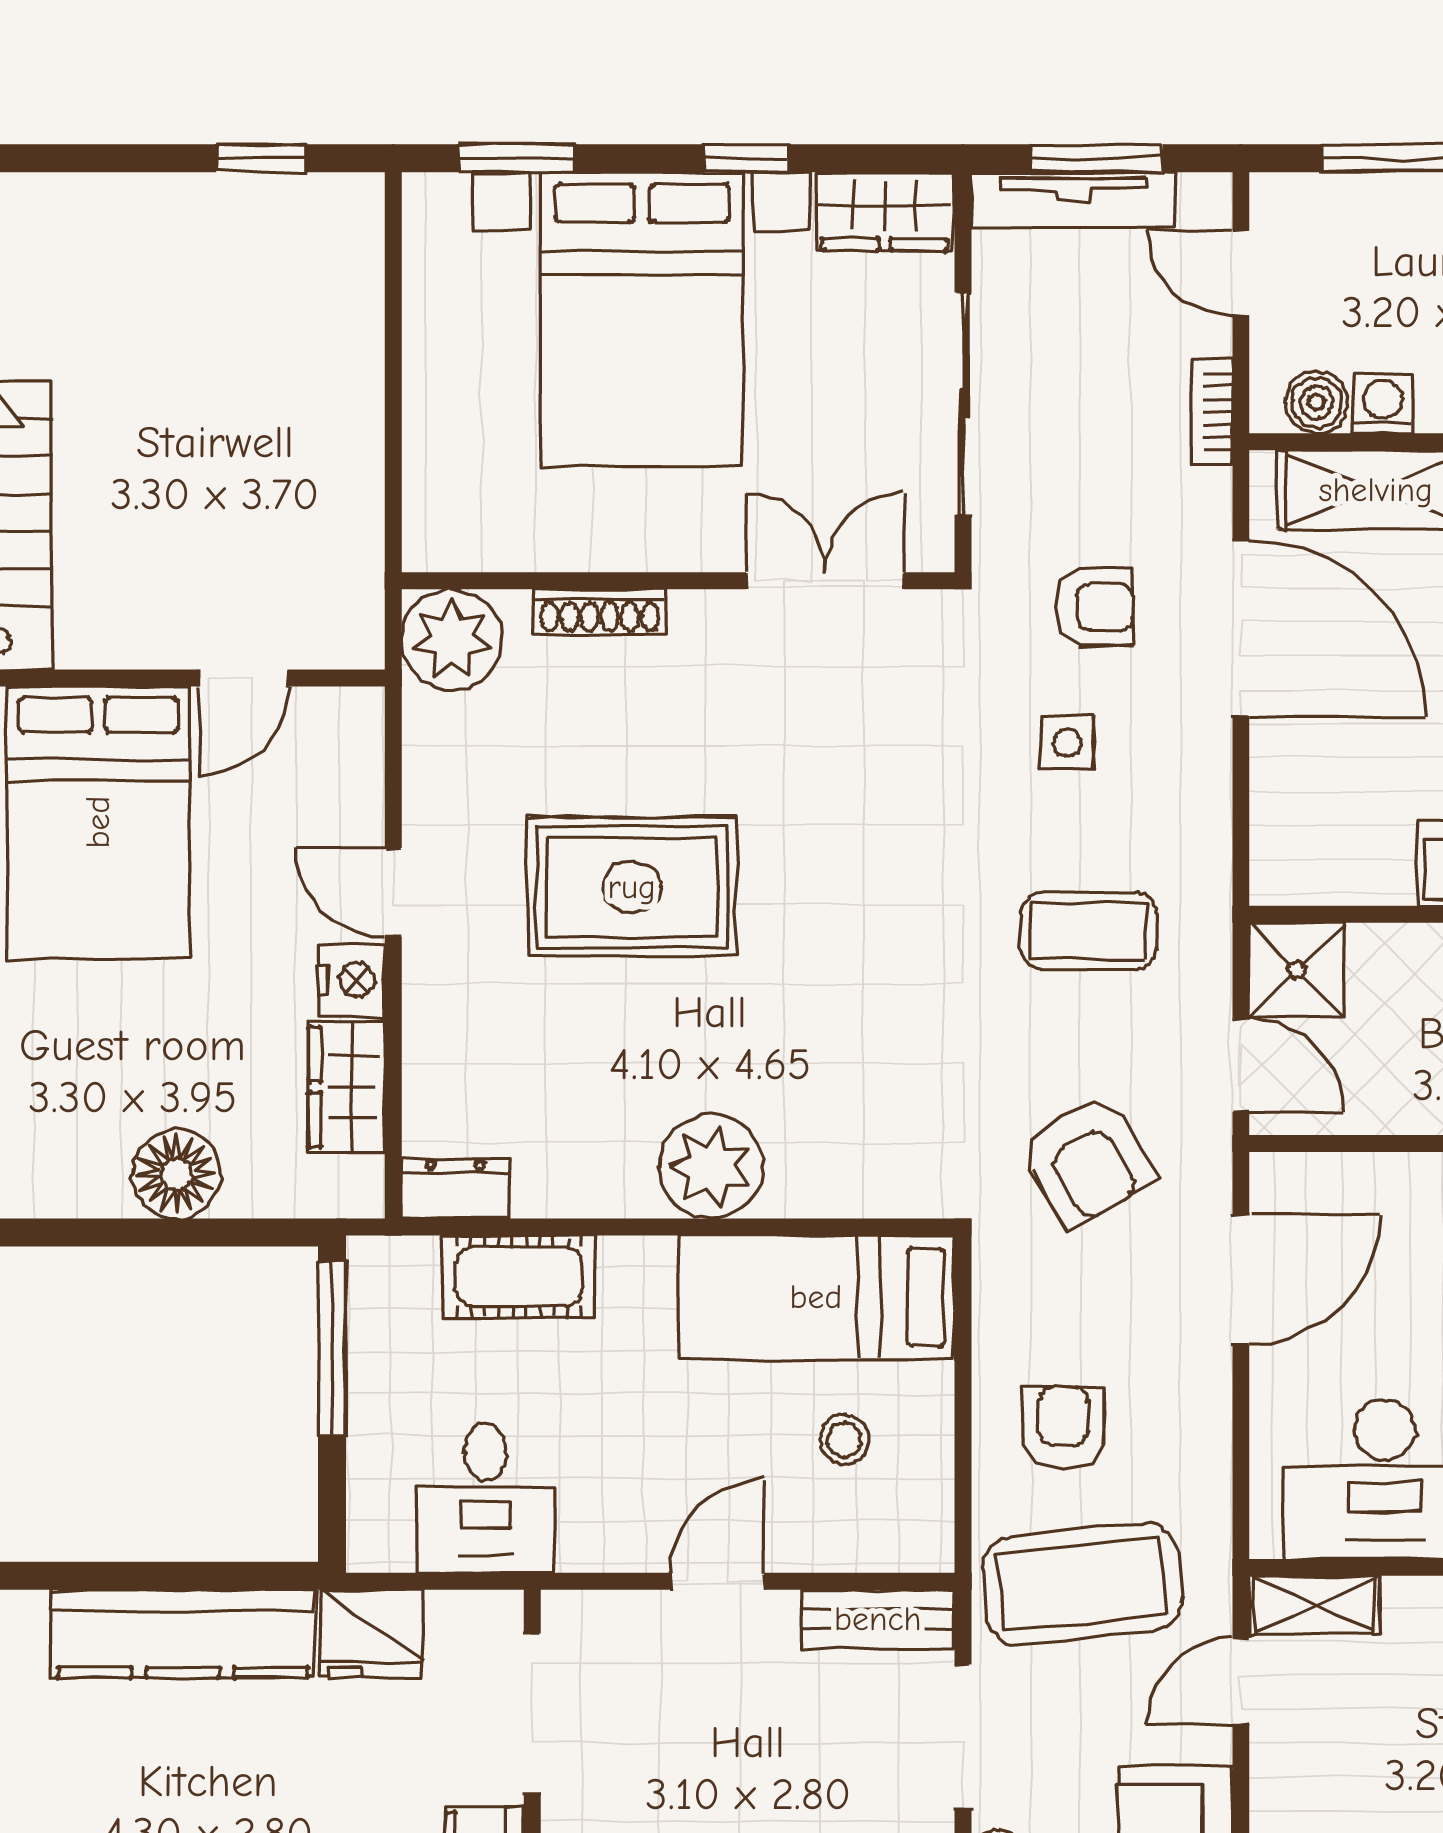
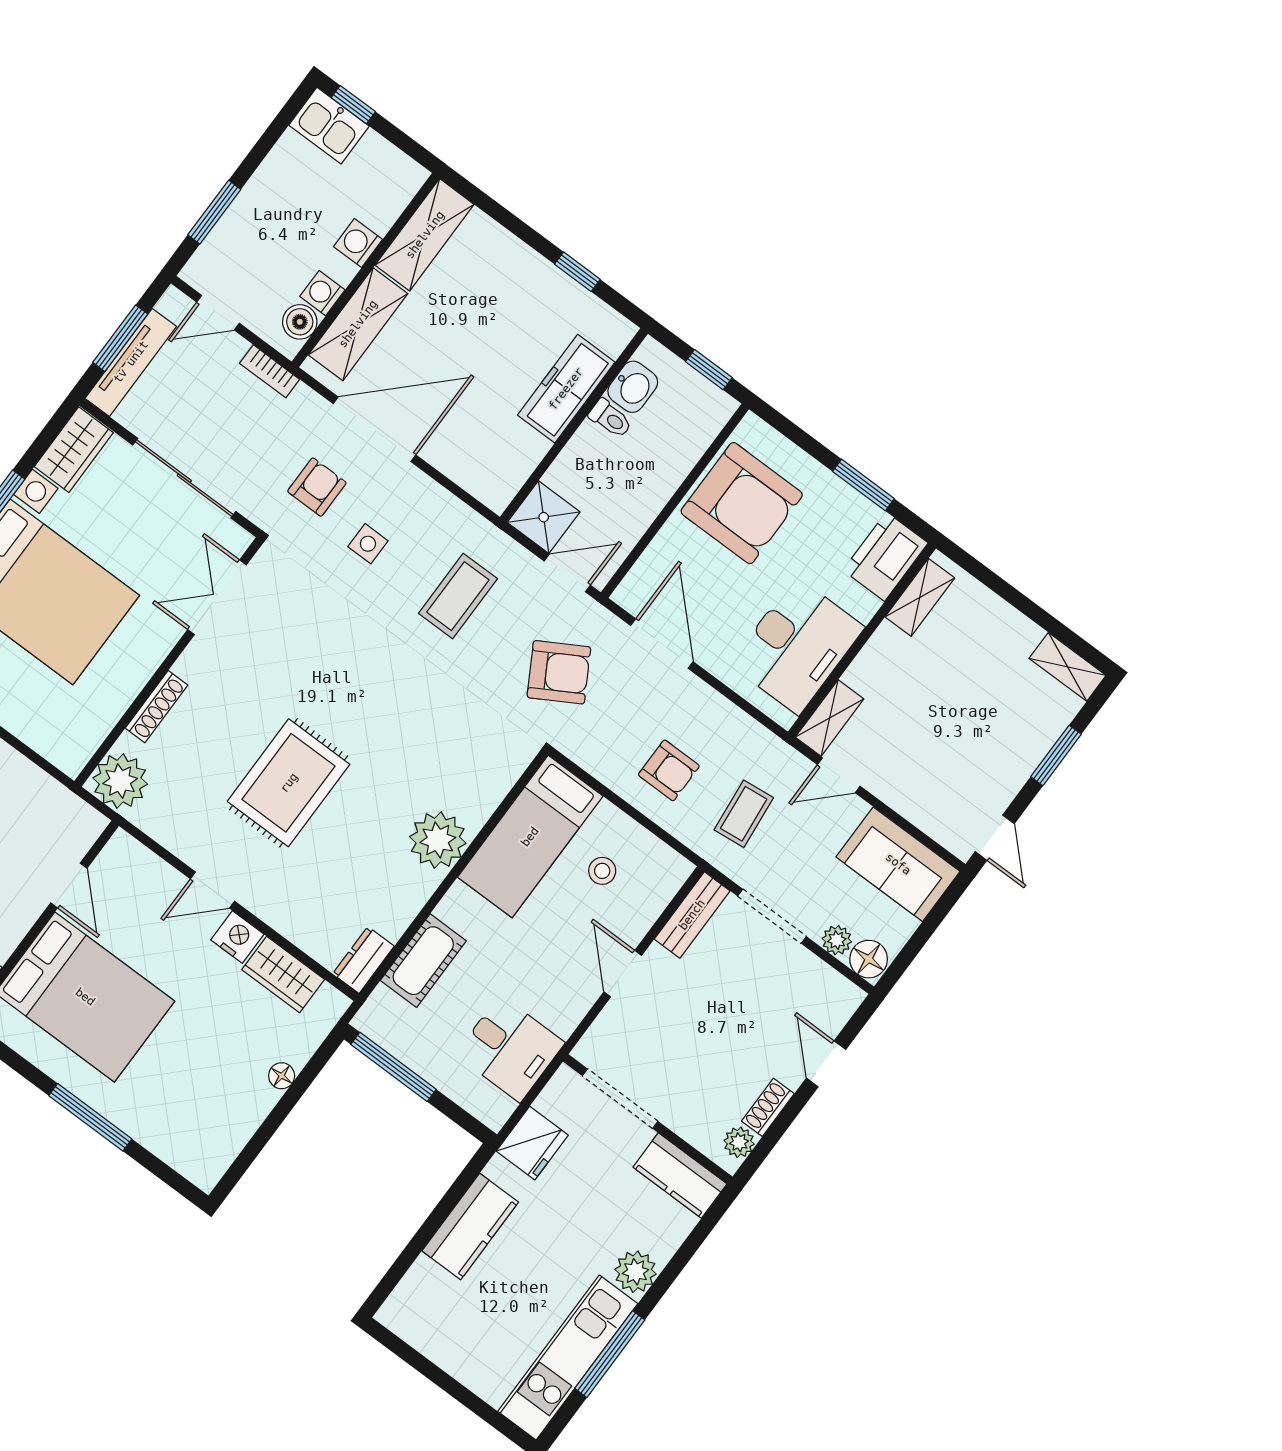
floor lamp: (177, 1174) -> (282, 1076), width x0.53, depth x0.53
armchair: (1064, 1428) -> (669, 770), turned 180
coffee table: (1082, 1584) -> (744, 814), width x0.54, depth x0.58
kitchen counter: (183, 1634) -> (470, 1226), width x0.67
door: (1241, 1681) -> (839, 775), hinge flipped

